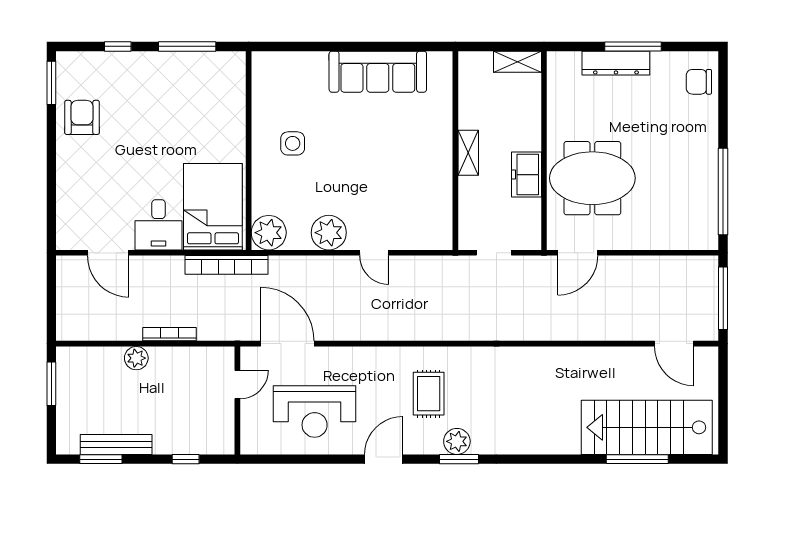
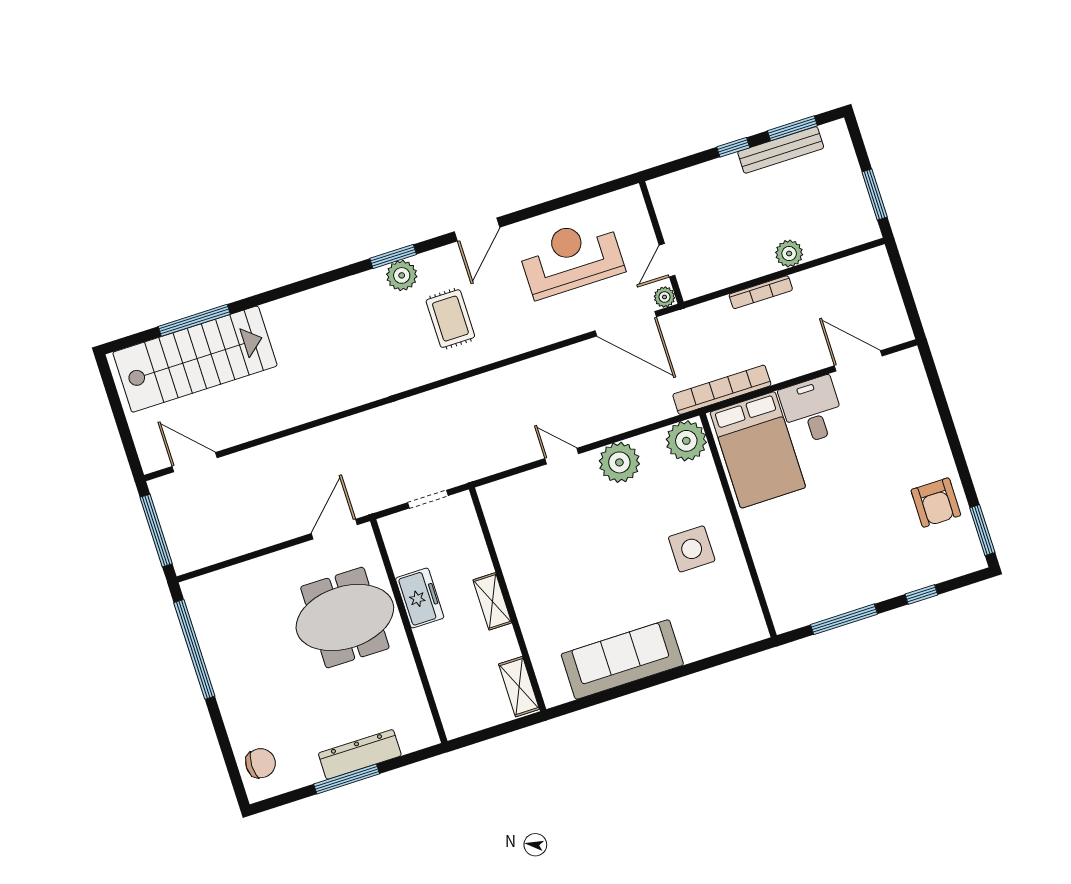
shelving: (517, 62) -> (519, 687), moved, turned 90
side table: (293, 143) -> (692, 549), width x1.37, depth x1.37
plant: (249, 355) -> (665, 297), added
window: (186, 459) -> (733, 147), moved

